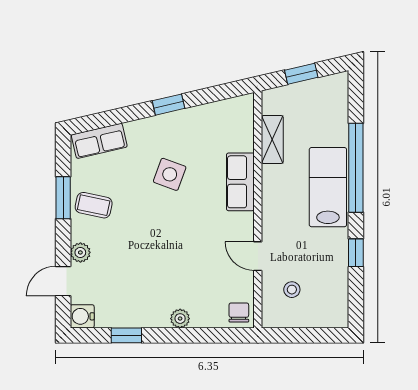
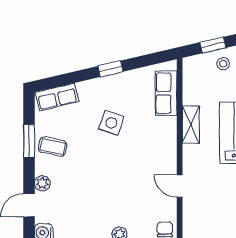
shelving: (272, 140) -> (191, 125), moved
row of seats: (240, 182) -> (166, 93), moved
stool: (292, 290) -> (223, 64), moved

